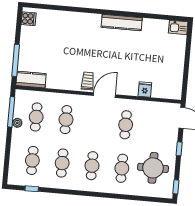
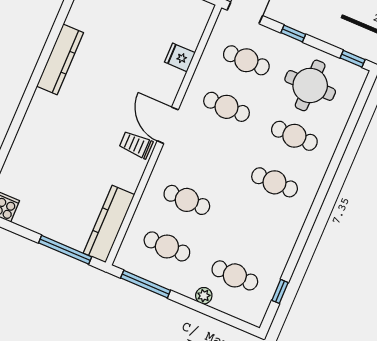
kitchen counter: (31, 80) -> (109, 224), width x1.50
plant: (17, 123) -> (204, 296), moved
cafe table: (62, 163) -> (246, 60), moved

